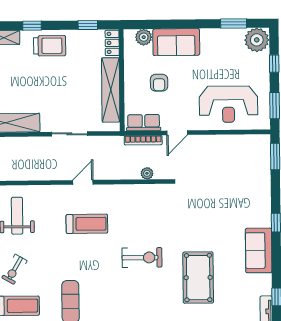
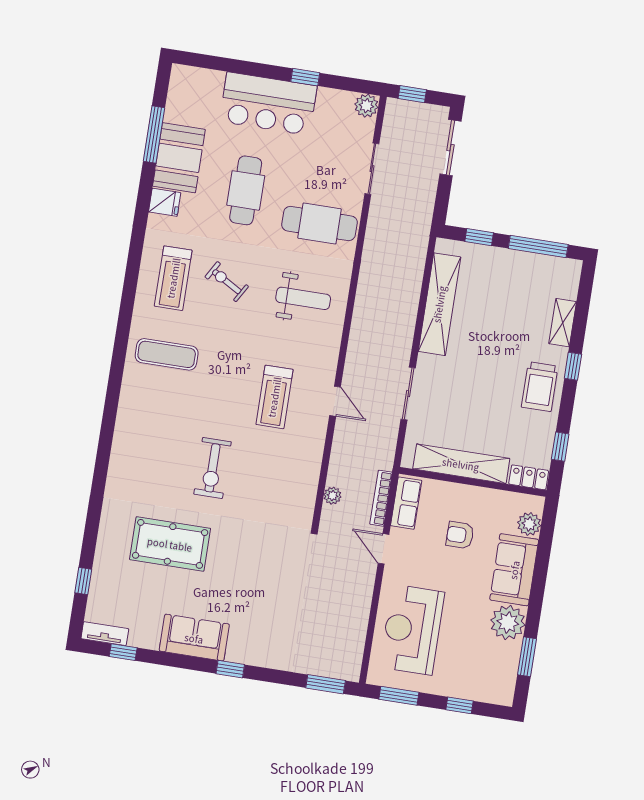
plant: (257, 40) -> (508, 623), moved

